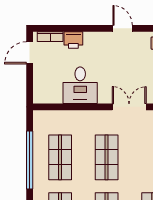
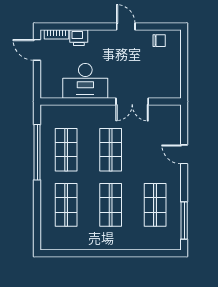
door: (30, 53) -> (37, 50), hinge flipped
desk: (80, 85) -> (85, 81), width x1.37
double door: (129, 107) -> (132, 102), swing flipped

